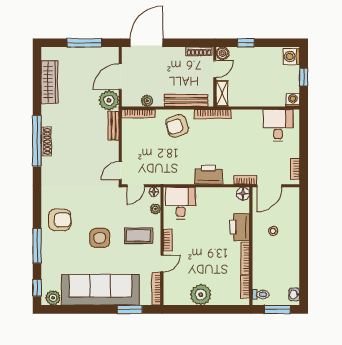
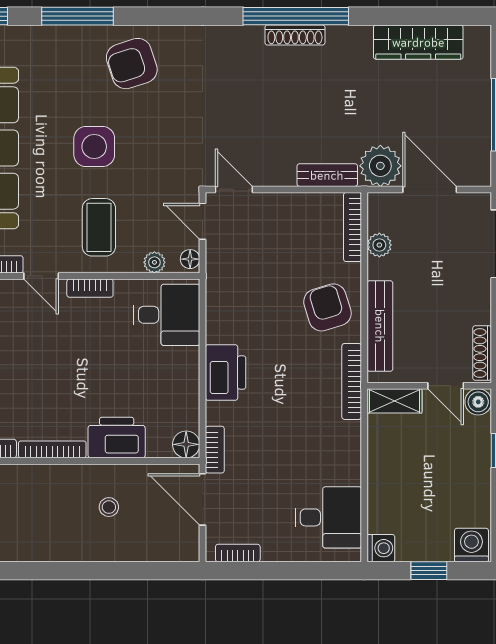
armchair: (60, 220) -> (132, 64), turned 72

